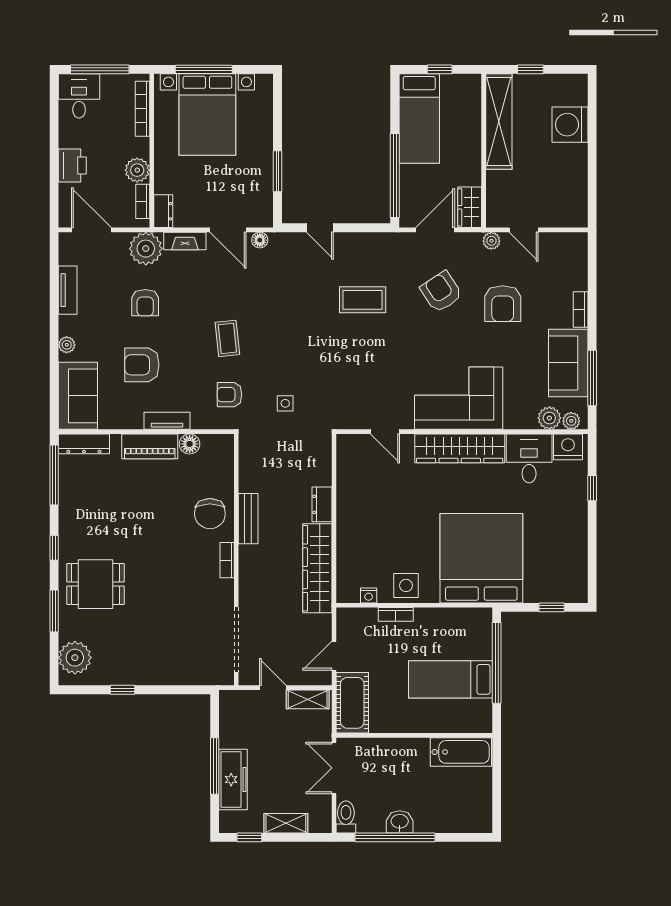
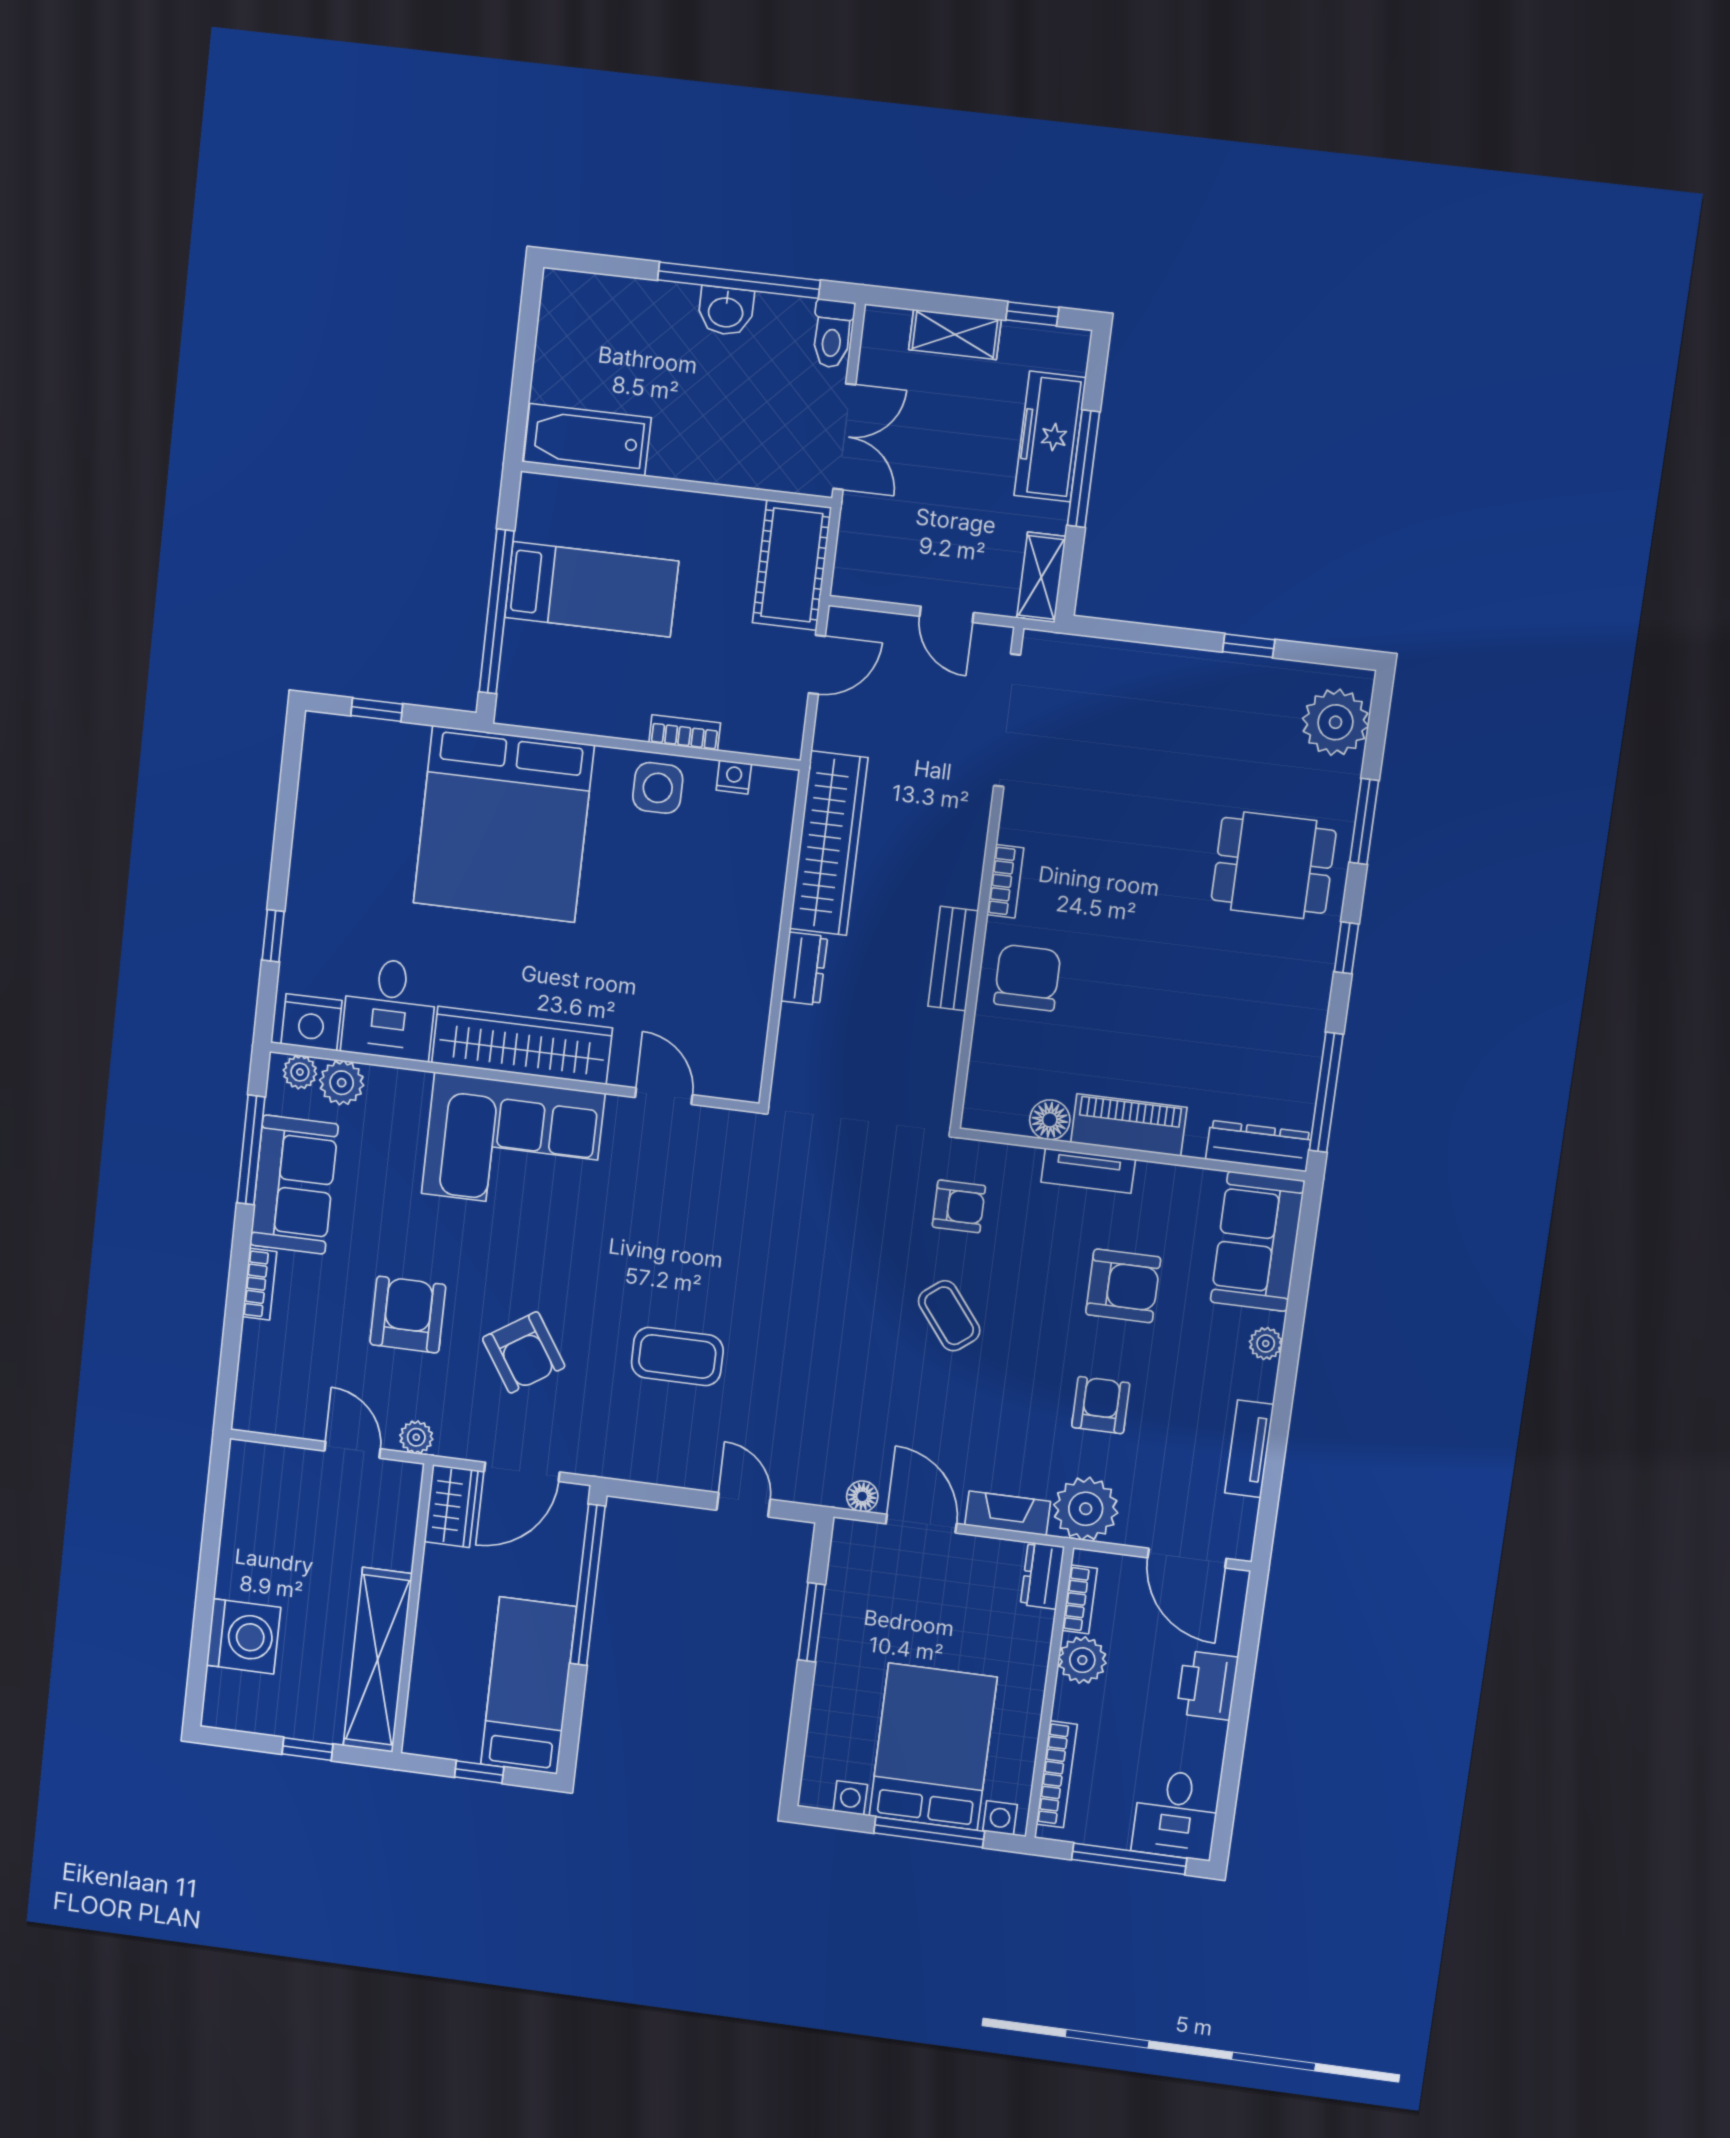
coffee table: (227, 338) -> (949, 1316), turned -32
side table: (285, 403) -> (852, 1176), removed
shelving: (308, 699) -> (1041, 577), moved, turned 90

